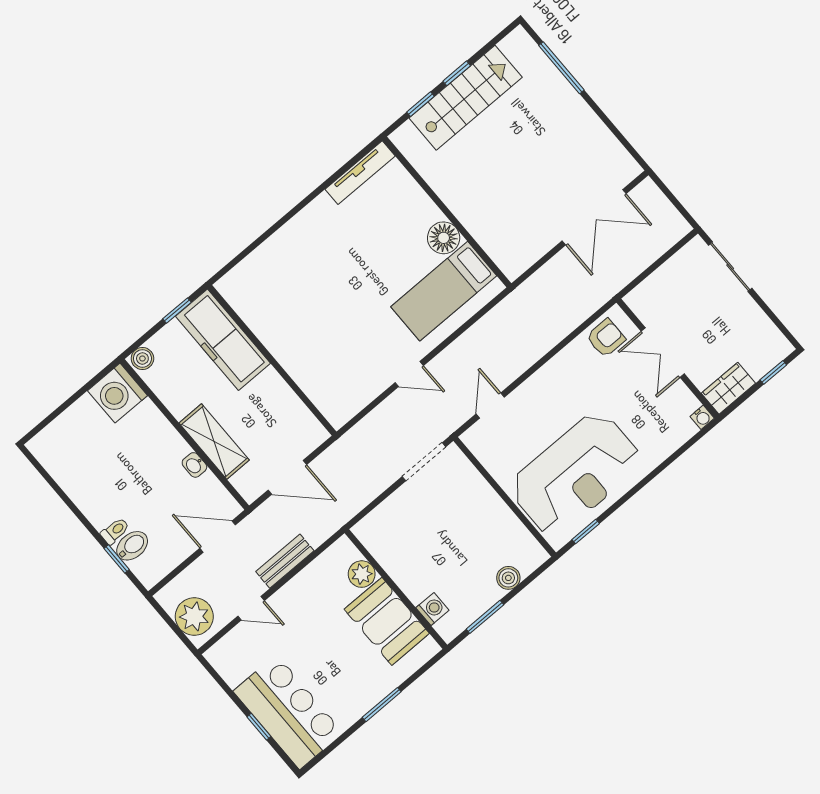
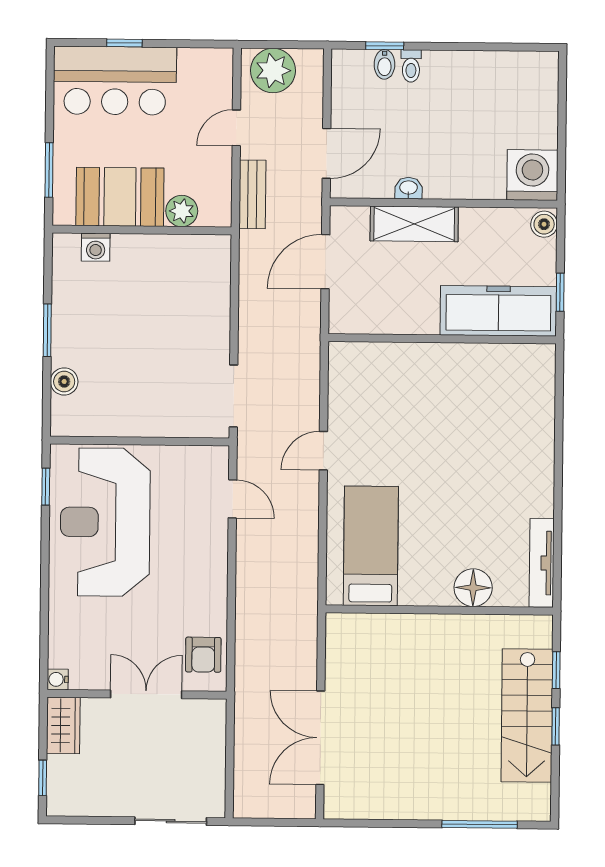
floor lamp: (444, 238) -> (473, 588), moved
bidet: (132, 546) -> (384, 64), width x0.72, depth x0.74
plant: (362, 574) -> (182, 211), moved
wall: (396, 589) -> (142, 230), moved
washing machine: (432, 609) -> (96, 247), moved
booth: (387, 621) -> (120, 197), moved

